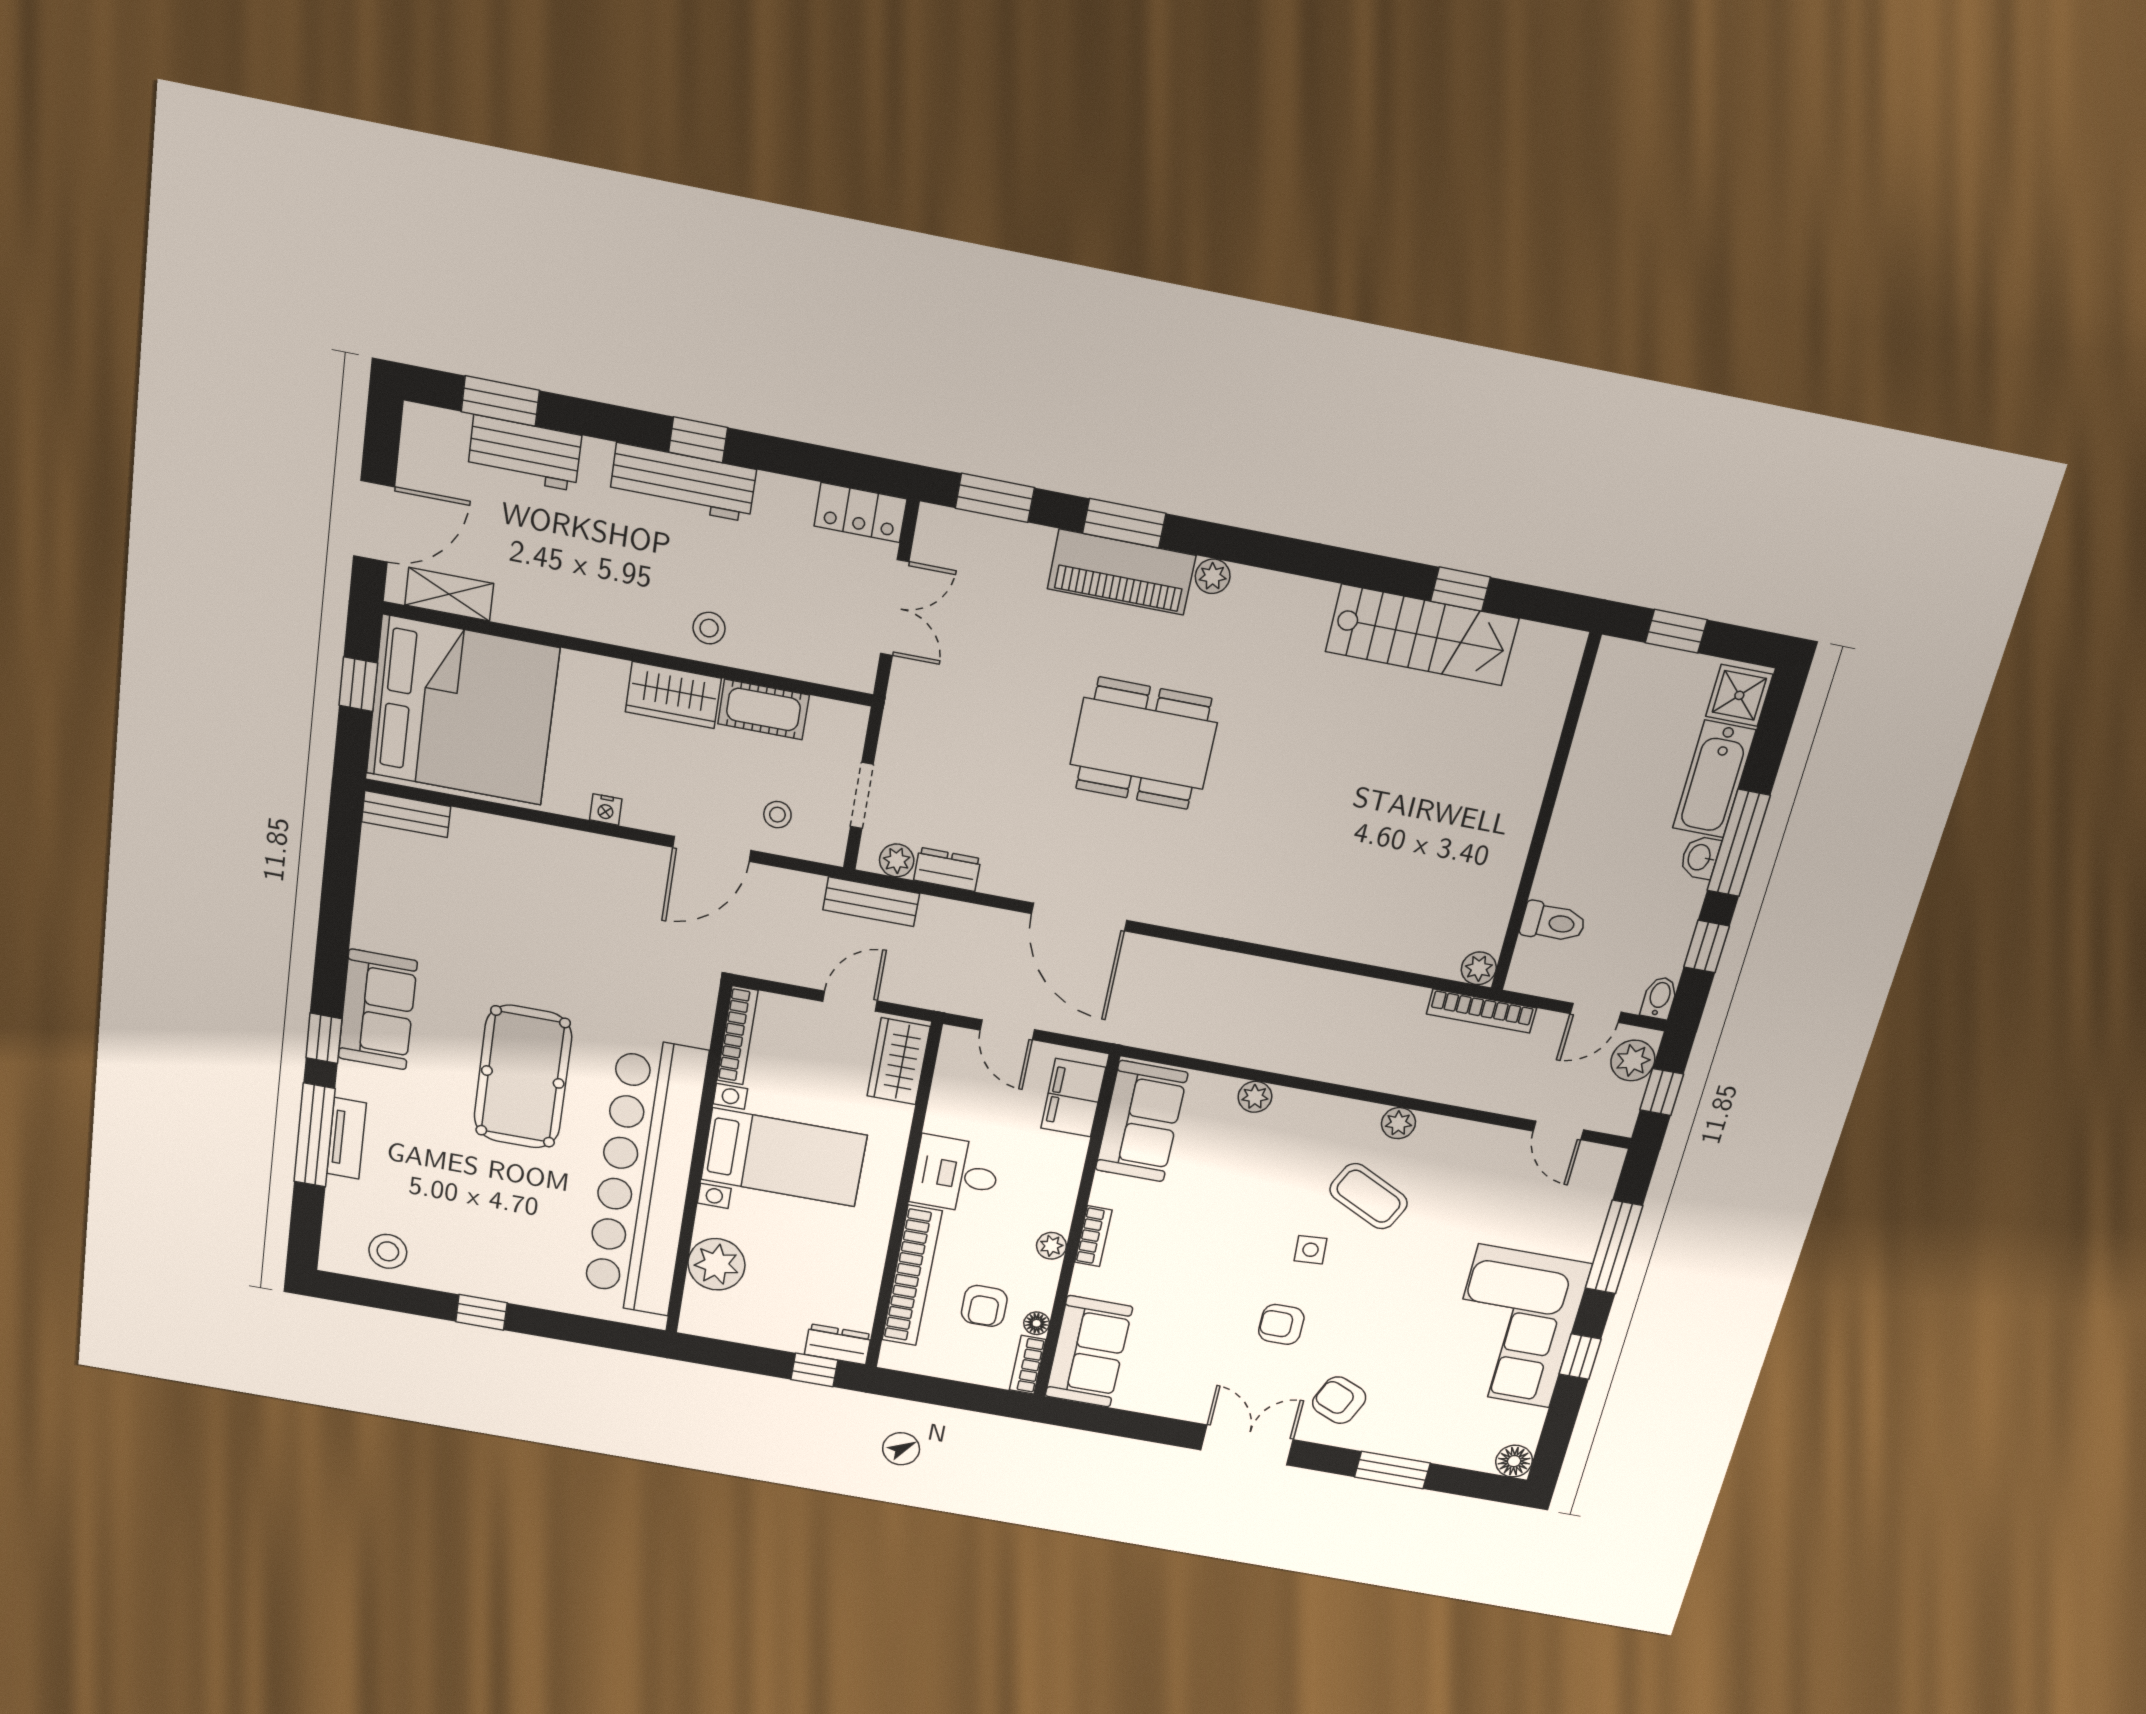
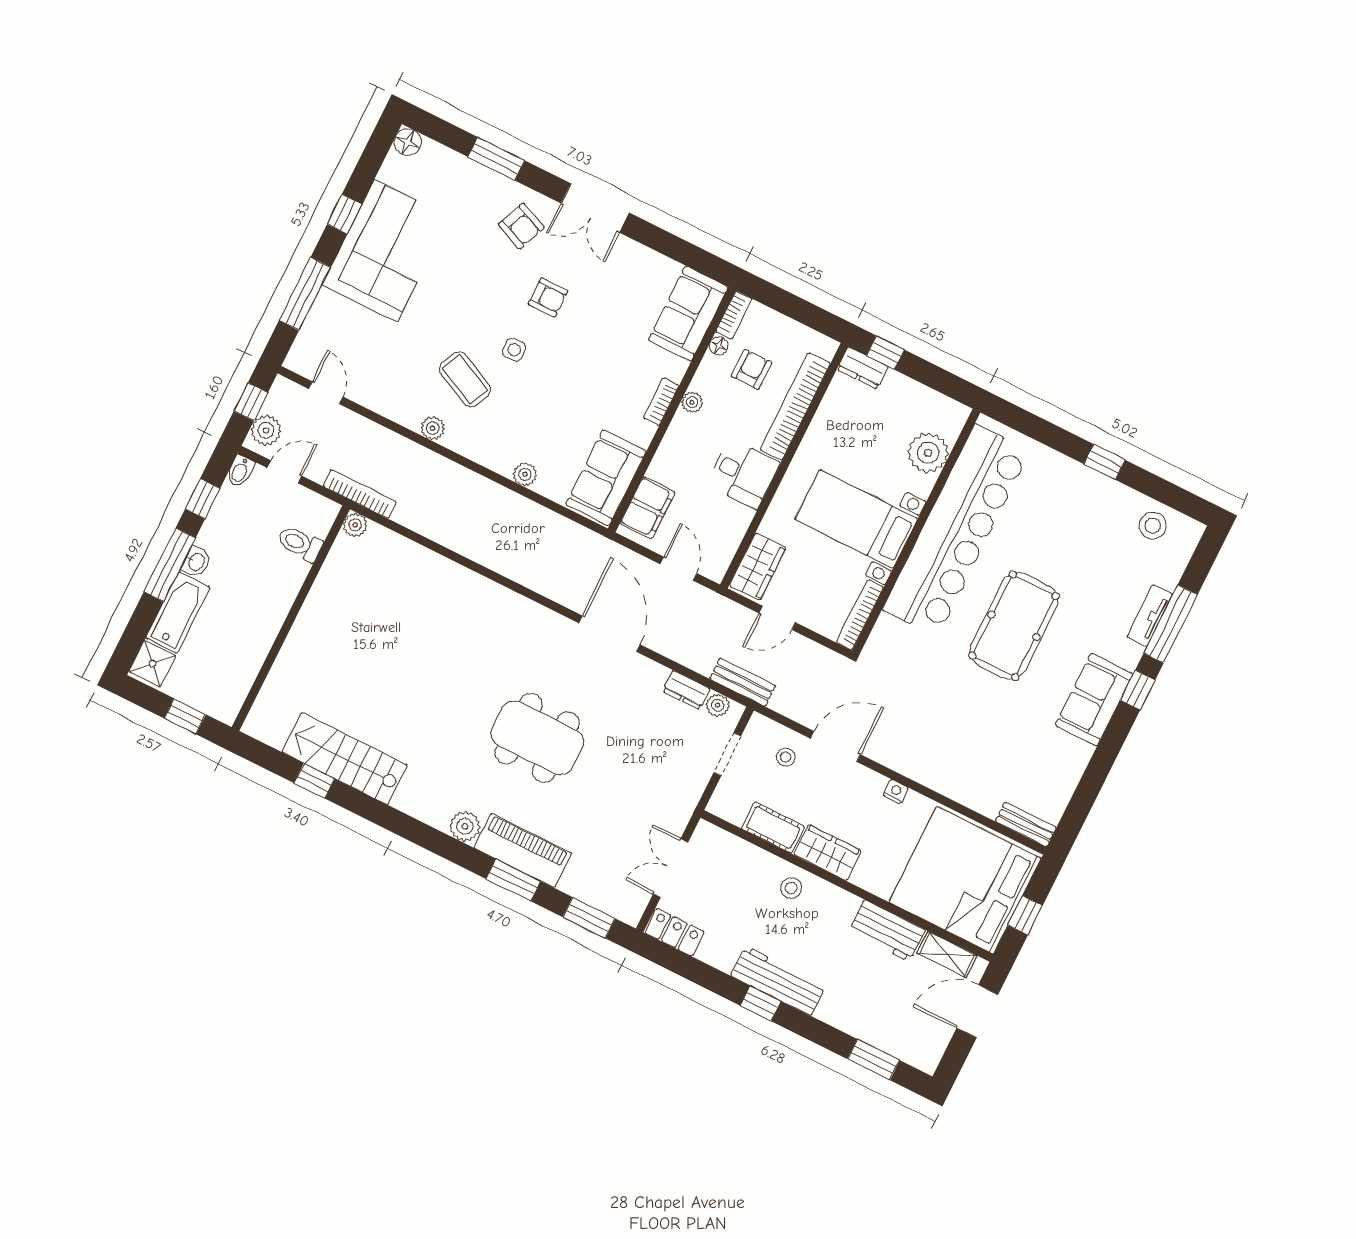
workbench: (525, 453) -> (887, 931), moved, turned 180
plant: (1213, 576) -> (465, 826), width x1.38, depth x1.38

